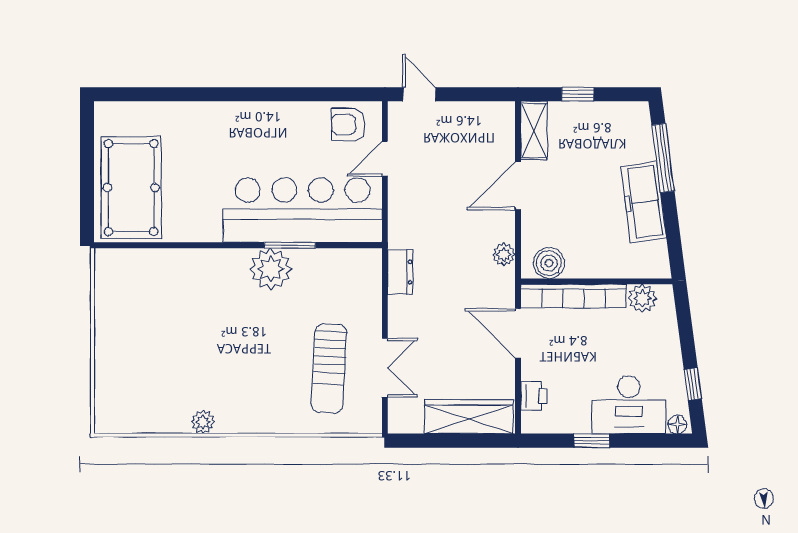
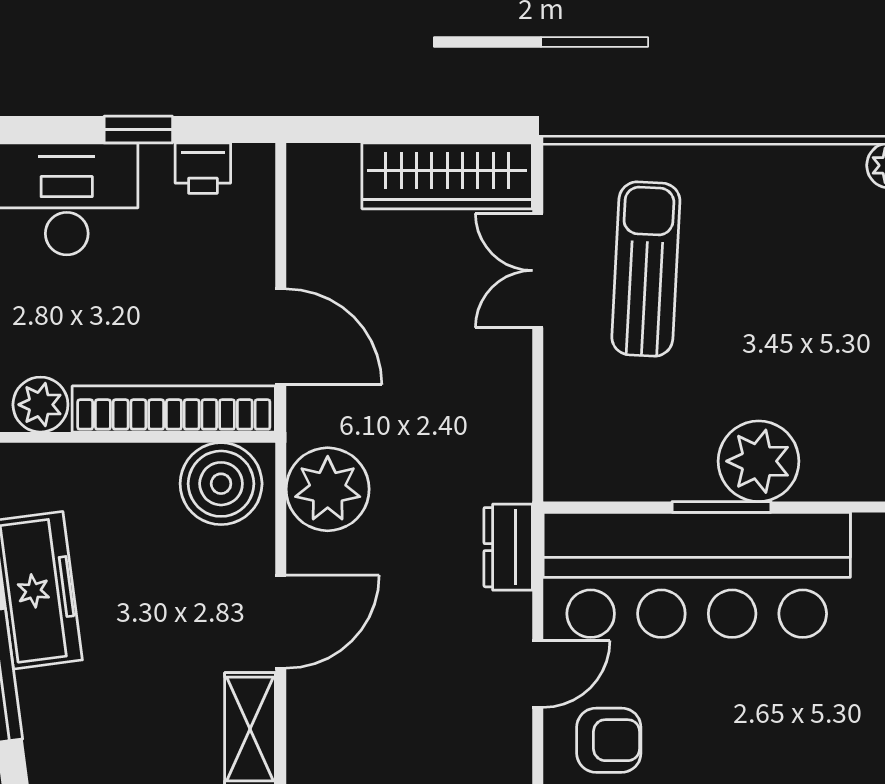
plant: (504, 254) -> (328, 489), width x1.88, depth x1.88
boiler: (549, 263) -> (221, 484), width x1.37, depth x1.37
dresser: (400, 272) -> (508, 547), moved
printer: (534, 396) -> (203, 168), moved, turned -90
wardrobe: (469, 417) -> (447, 176), moved

